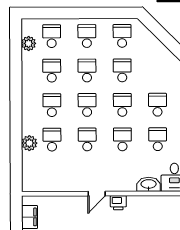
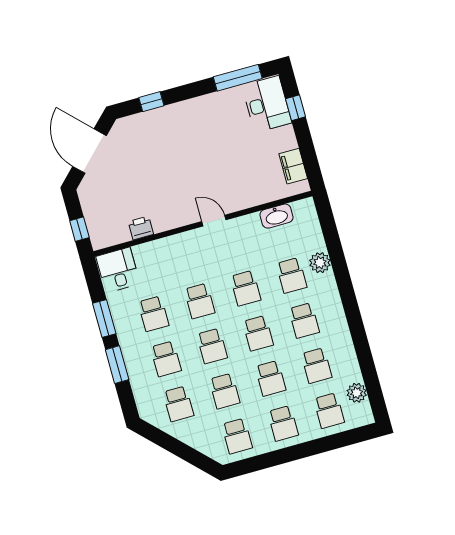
school desk: (157, 70) -> (178, 404), added
washbasin: (149, 184) -> (276, 216), moved
door: (97, 194) -> (214, 221), hinge flipped
printer: (118, 203) -> (141, 228), moved

